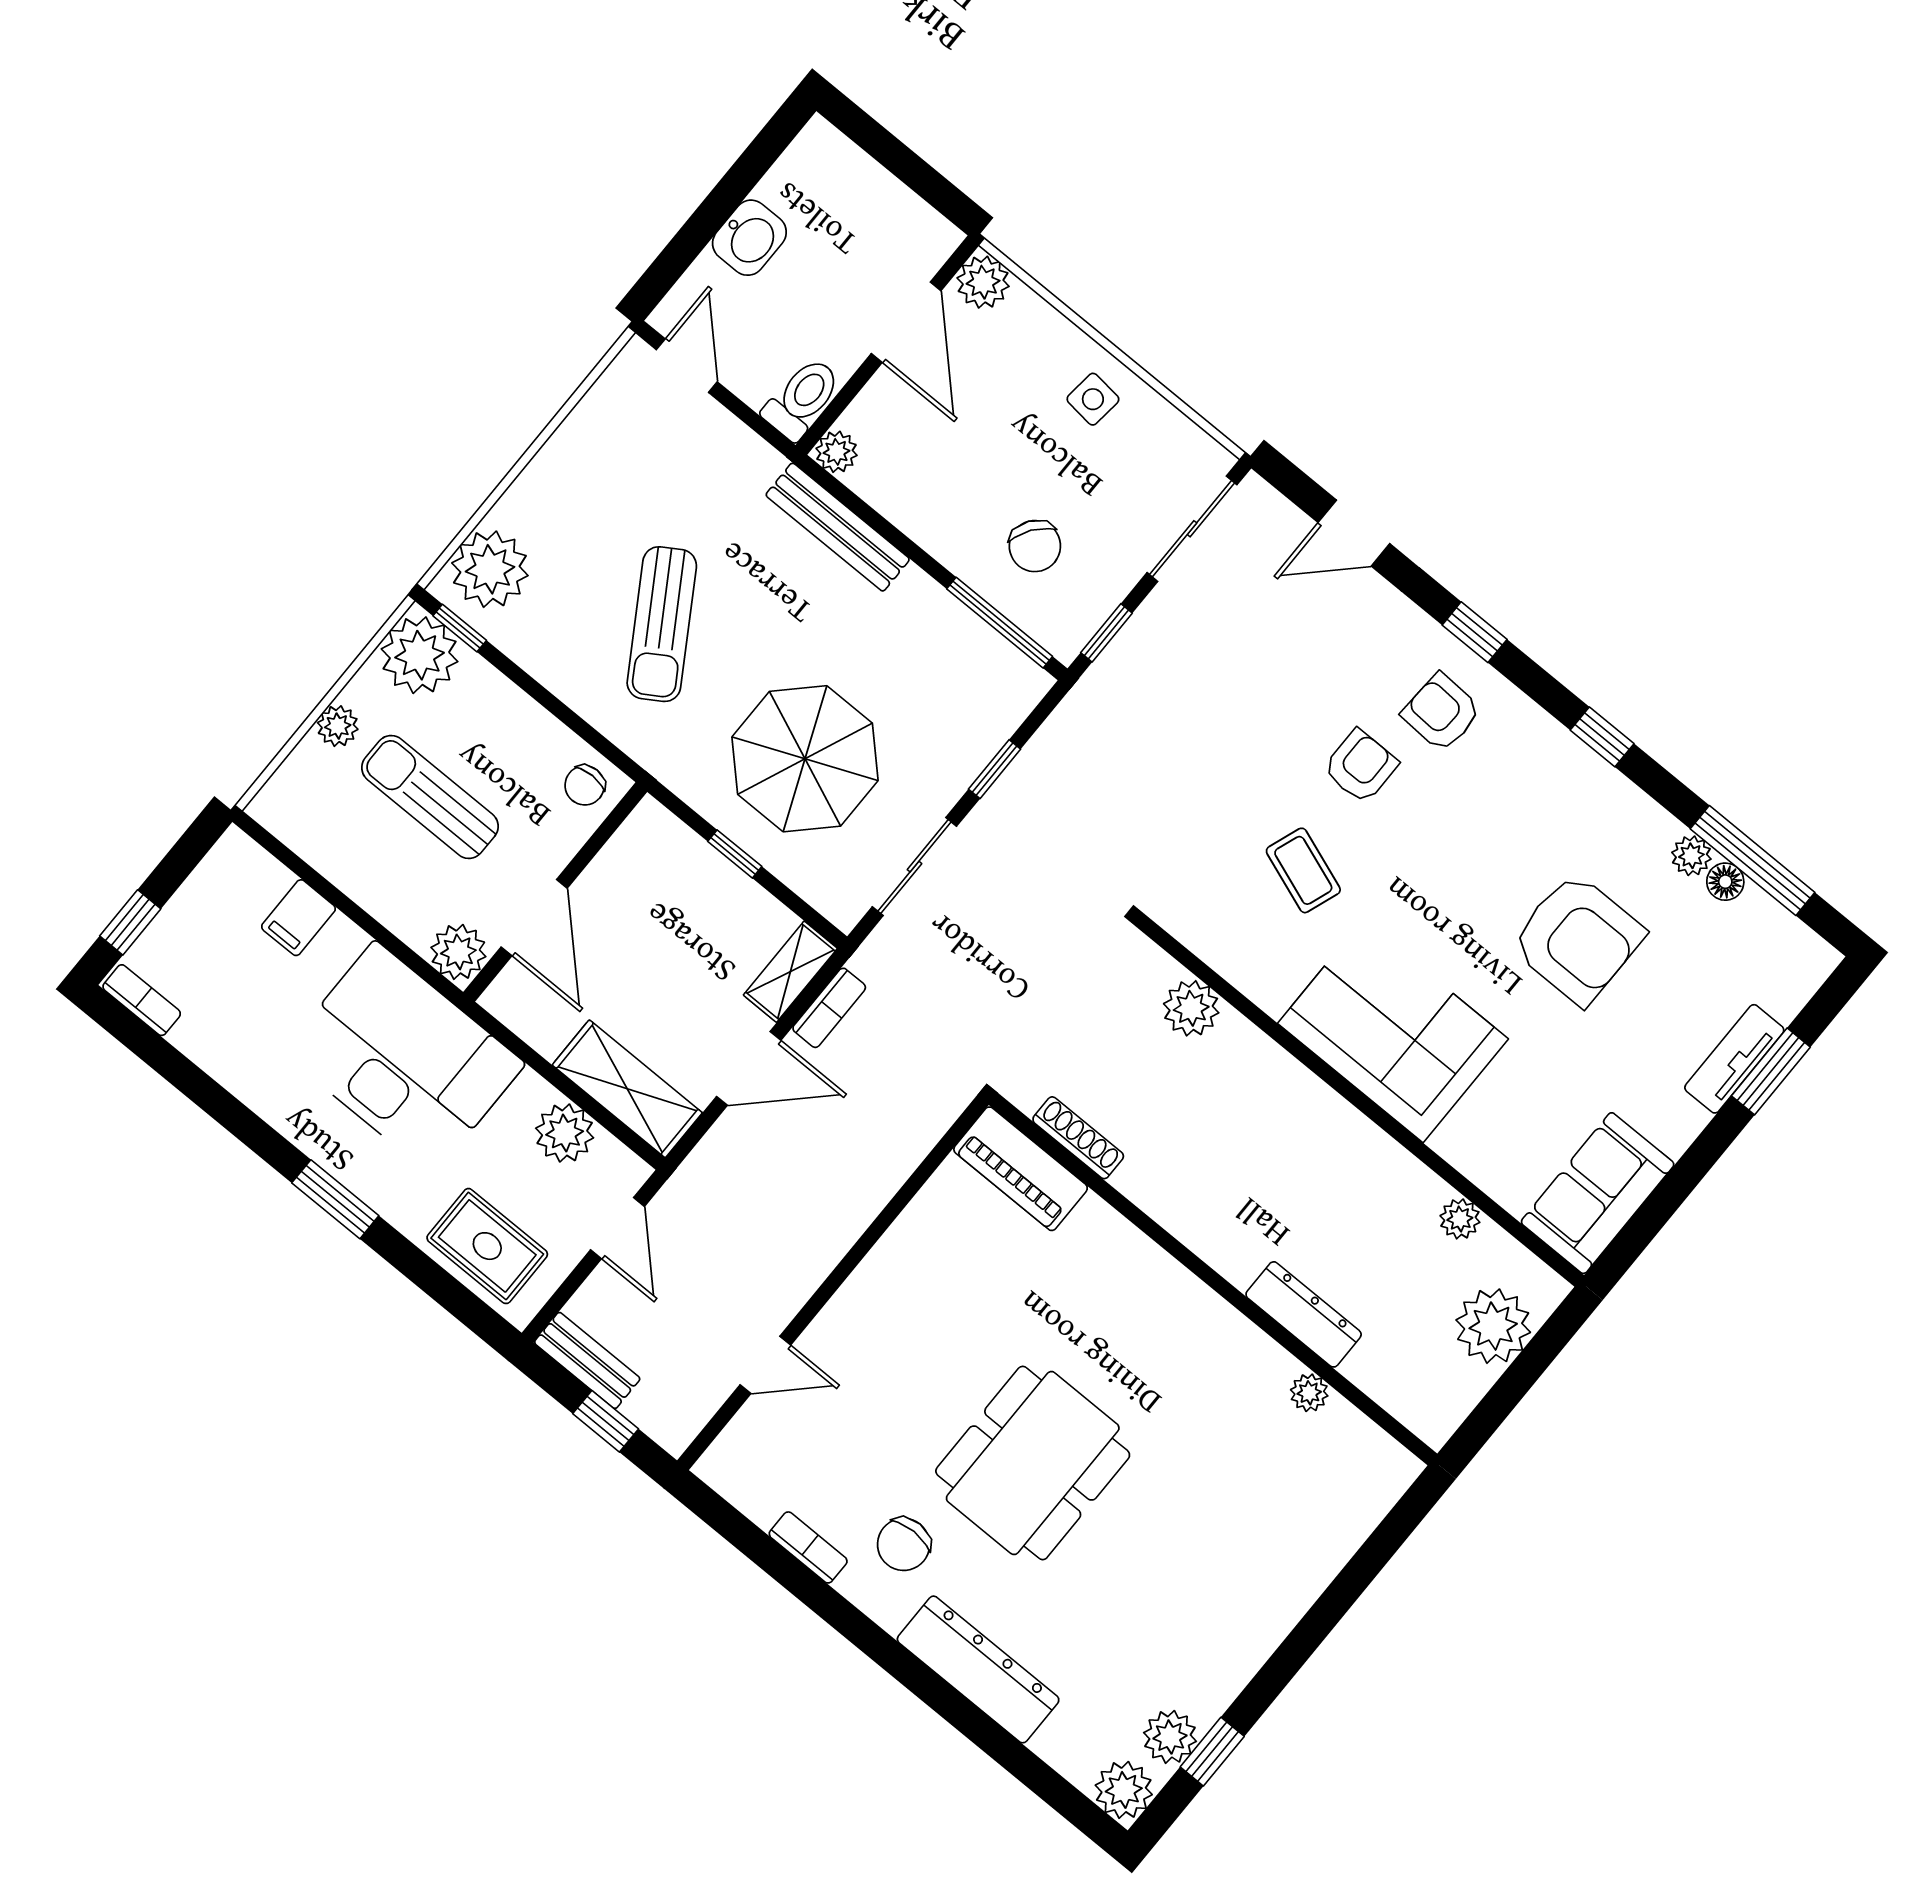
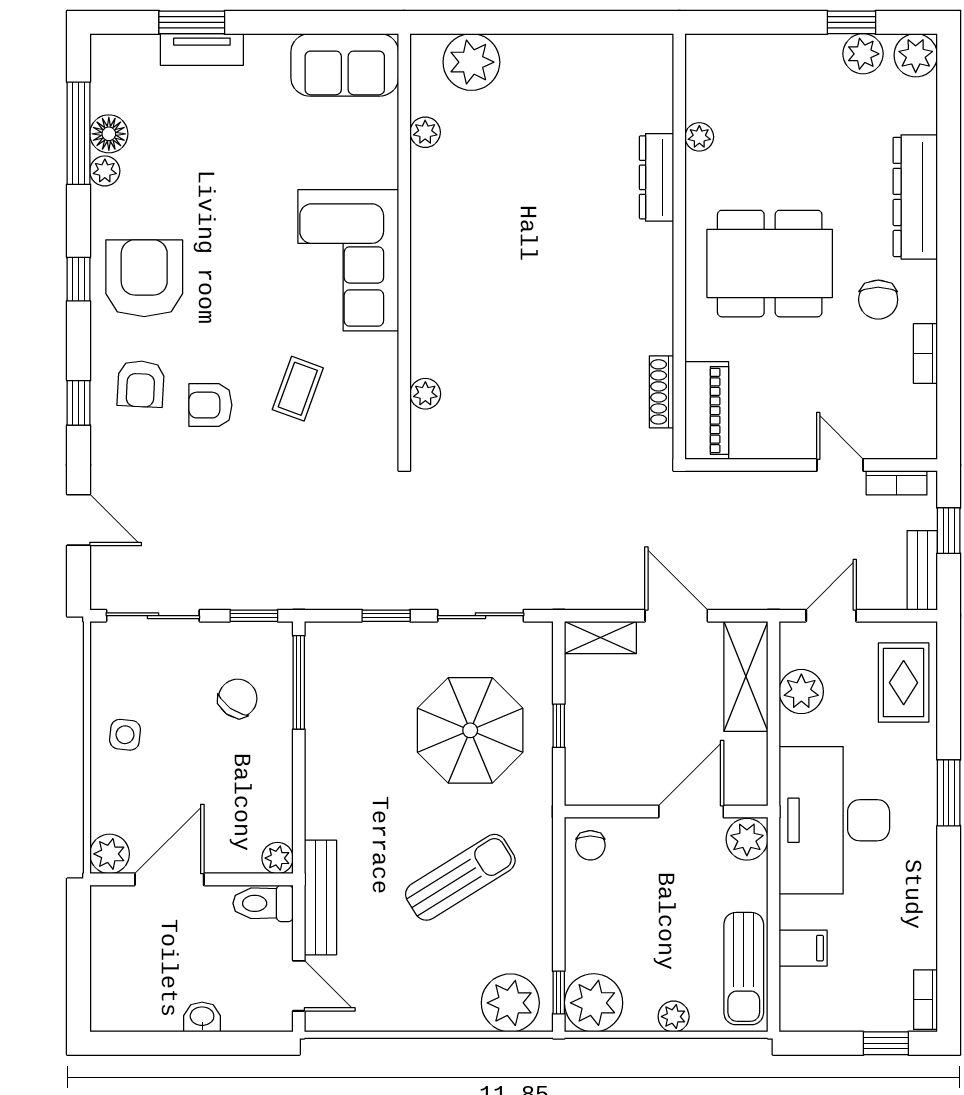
washbasin: (749, 238) -> (202, 1017), width x0.72, depth x0.69
door: (687, 366) -> (299, 986), swing flipped
bench: (838, 527) -> (321, 897), moved
chair: (585, 785) -> (590, 845), turned 90
sun lounger: (430, 797) -> (744, 969), moved
floor lamp: (1725, 882) -> (109, 134), width x1.37, depth x1.37
armchair: (1577, 939) -> (144, 278), moved
bookcase: (829, 1008) -> (897, 483), moved, turned 180
plant: (1191, 1008) -> (425, 394), width x0.73, depth x0.73
shoe rack: (1078, 1138) -> (661, 392), moved
piano: (1021, 1169) -> (707, 411), moved
wall: (1213, 1279) -> (679, 246), moved
dresser: (1304, 1314) -> (657, 177), moved
plant: (1309, 1393) -> (699, 137), moved
chair: (904, 1544) -> (878, 300), turned 90

